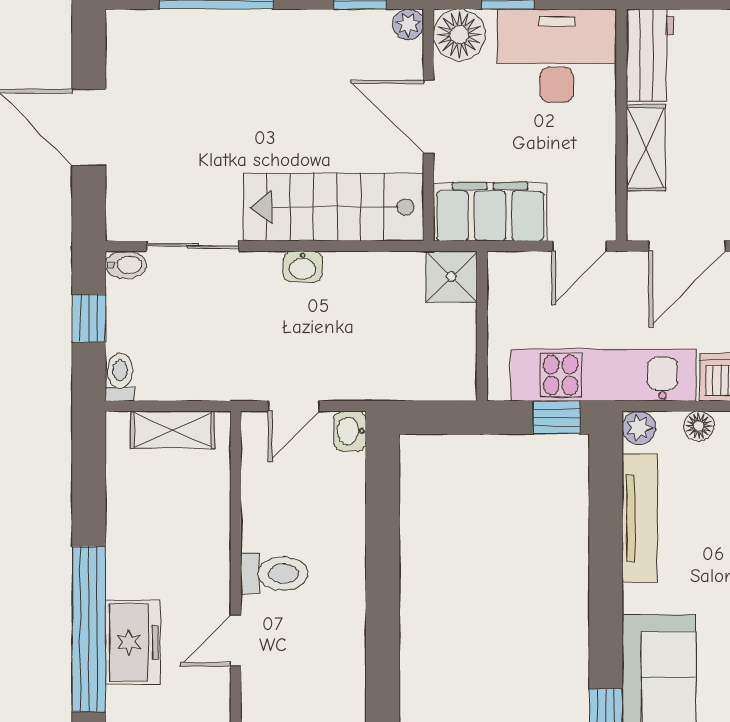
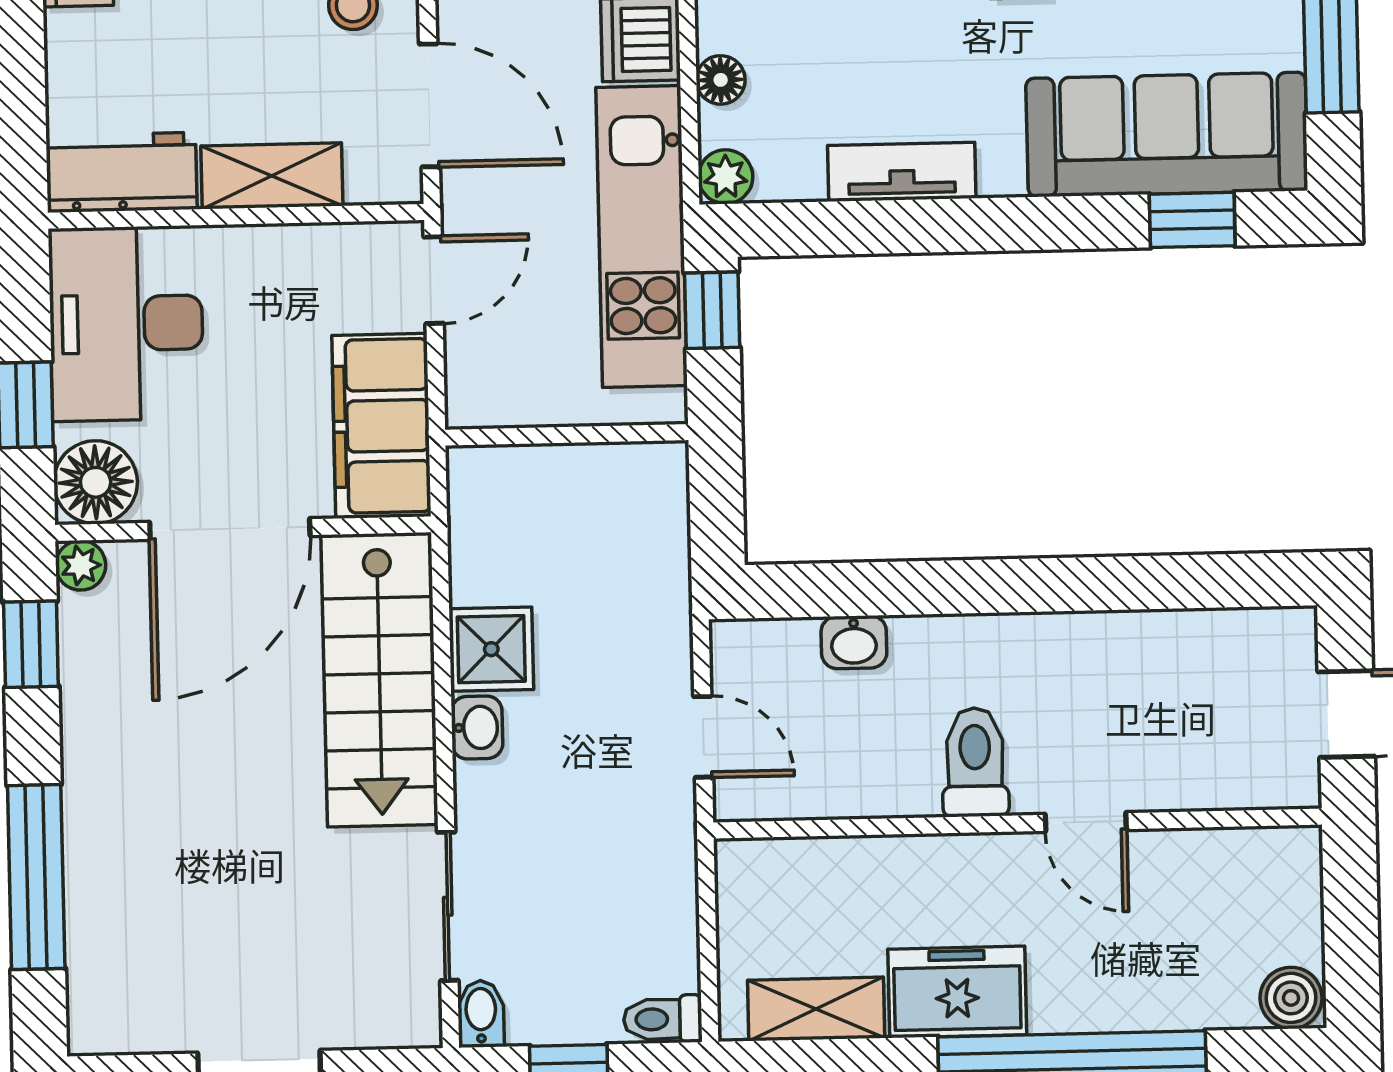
door: (429, 117) -> (230, 529), width x1.36
door: (579, 246) -> (434, 280), hinge flipped
shower: (451, 277) -> (491, 649), moved
shelving: (172, 430) -> (816, 1009), moved, turned 90
washbasin: (350, 431) -> (854, 642), moved
tv unit: (640, 518) -> (902, 172), width x0.71
freezer: (133, 642) -> (957, 992), moved

